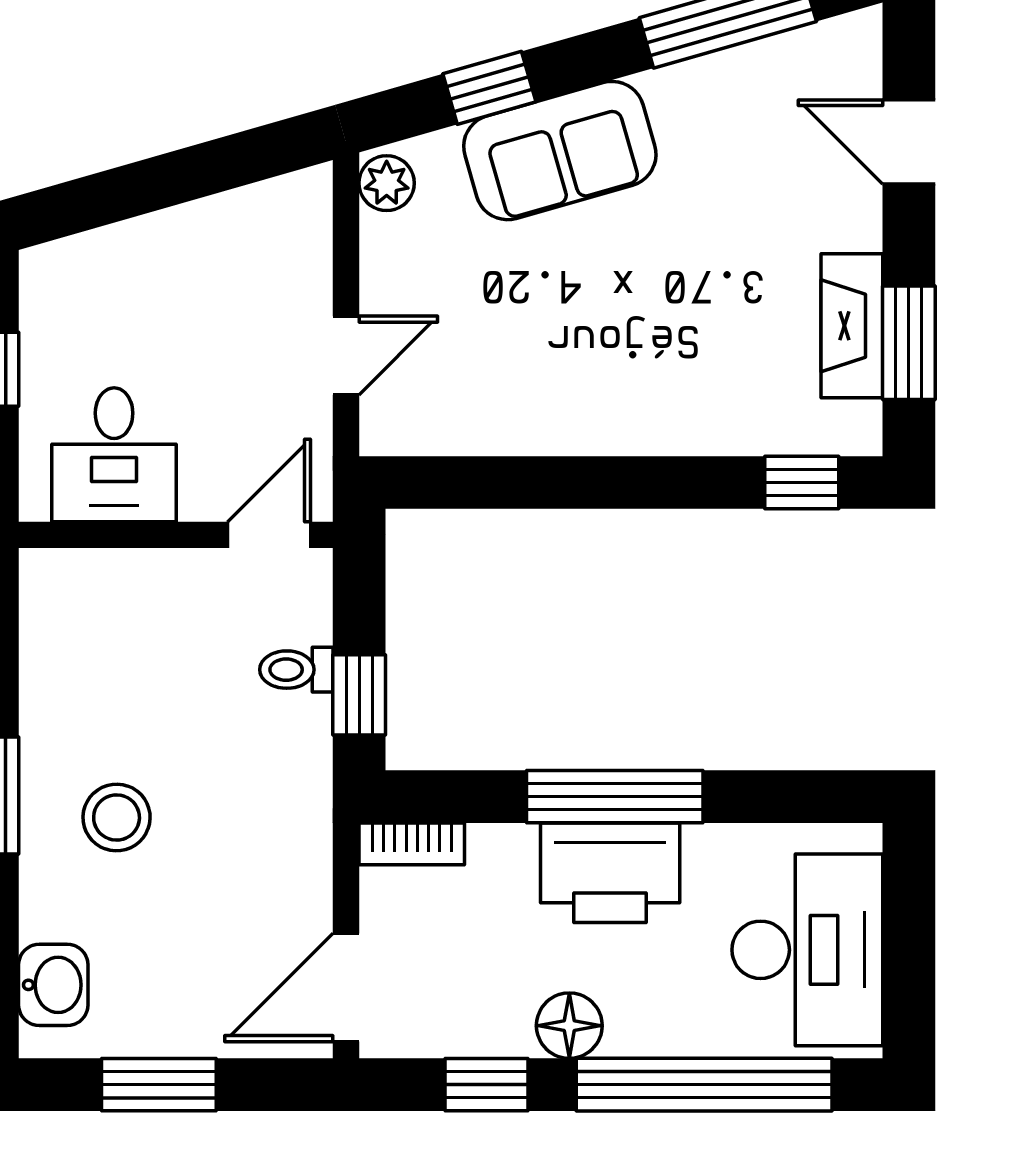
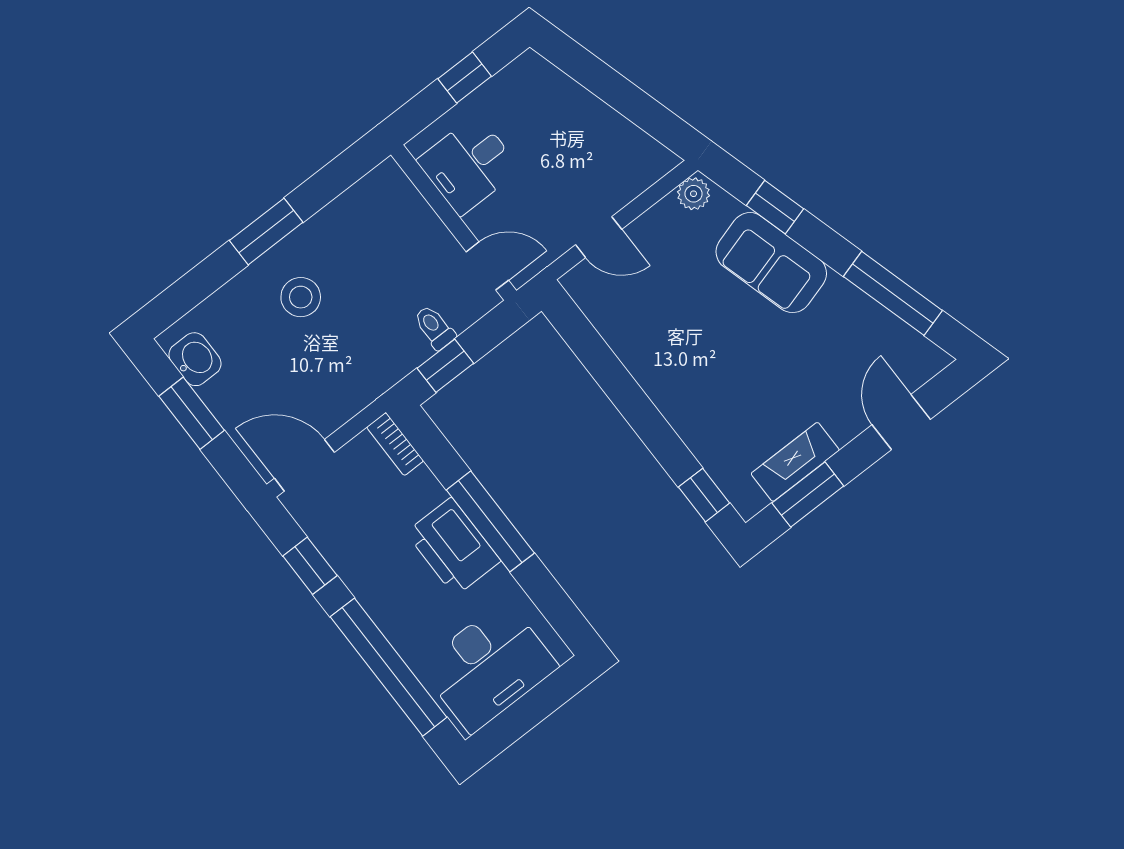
washbasin: (53, 985) -> (195, 359), moved, turned -90
floor lamp: (569, 1026) -> (367, 583), removed

